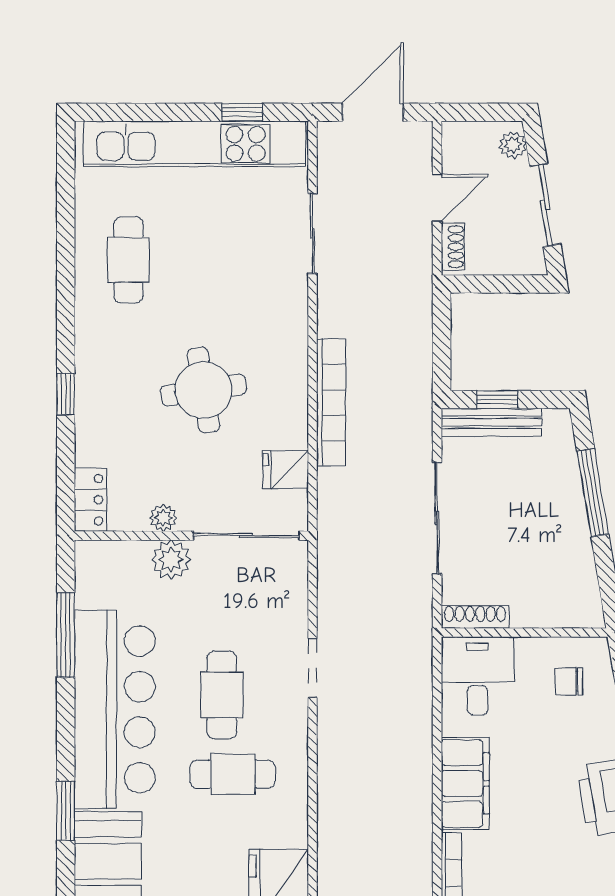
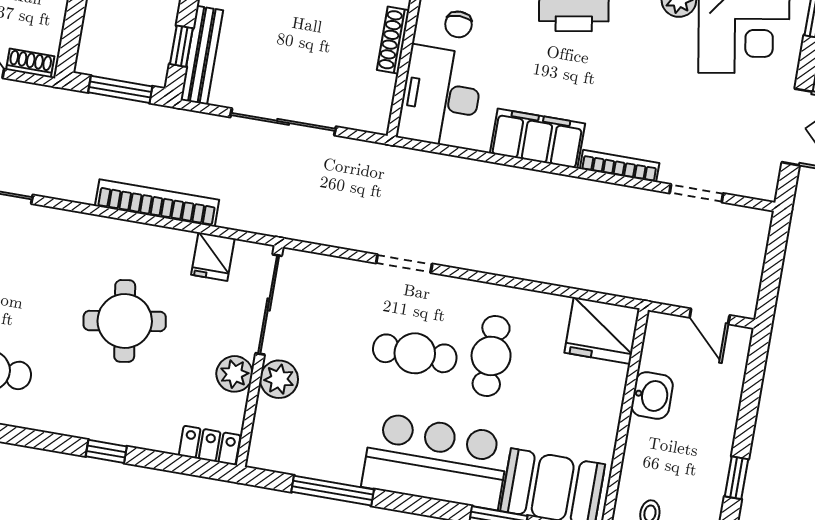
window: (442, 344) -> (120, 89), added
plant: (163, 518) -> (234, 374), width x1.38, depth x1.38
shoe rack: (475, 617) -> (393, 40), moved
desk: (478, 676) -> (441, 97), width x1.37
bar counter: (115, 709) -> (436, 461), width x0.73

